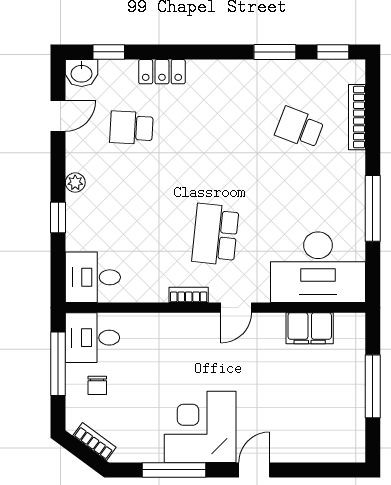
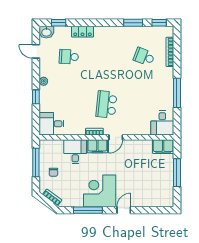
door: (58, 116) -> (36, 51), swing flipped
desk: (318, 267) -> (162, 123), width x0.53, depth x0.77
filing cabinet: (195, 327) -> (97, 146), added
filing cabinet: (310, 328) -> (163, 147), moved
desk: (92, 338) -> (75, 152), moved, turned 90

